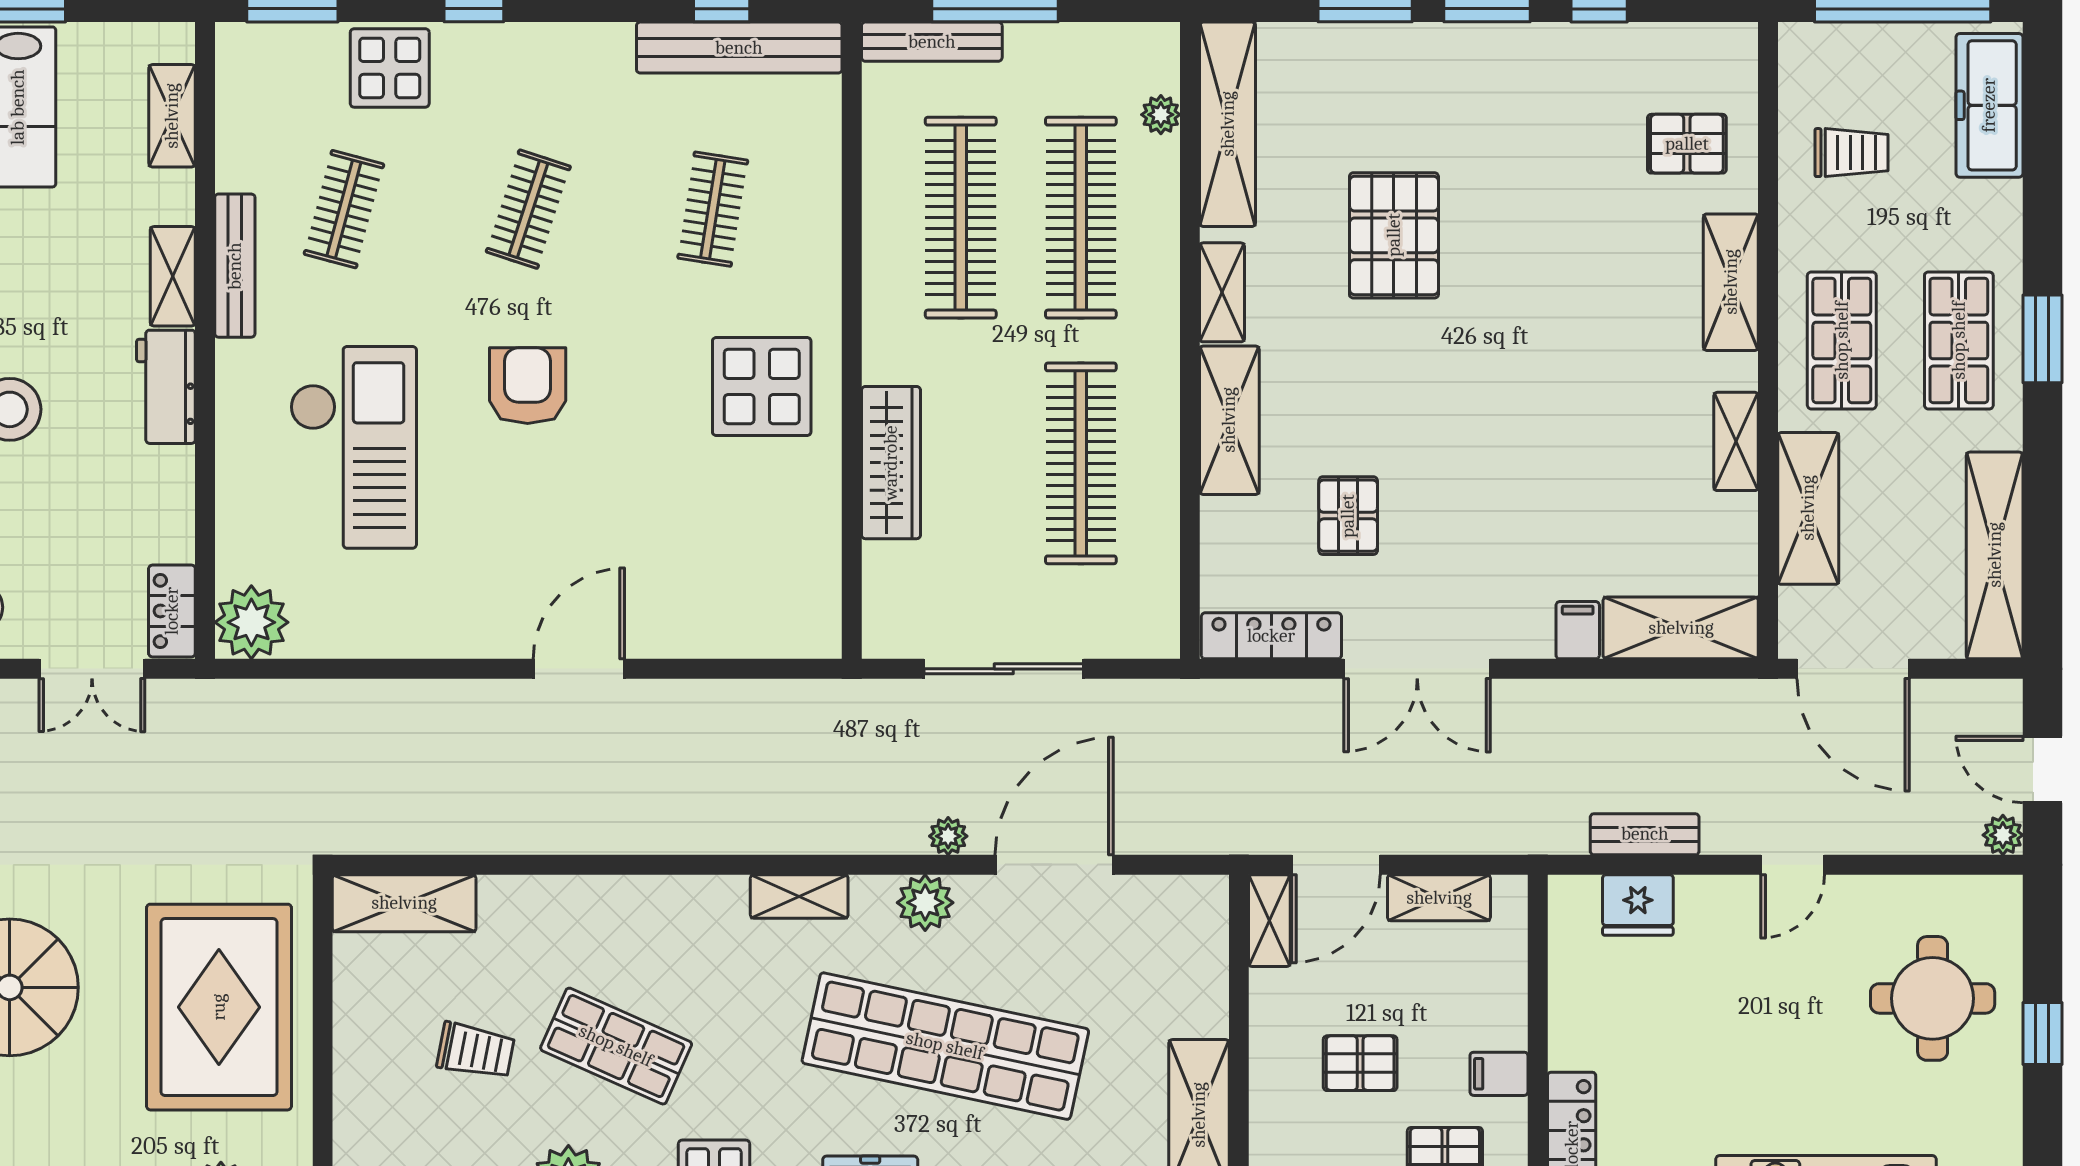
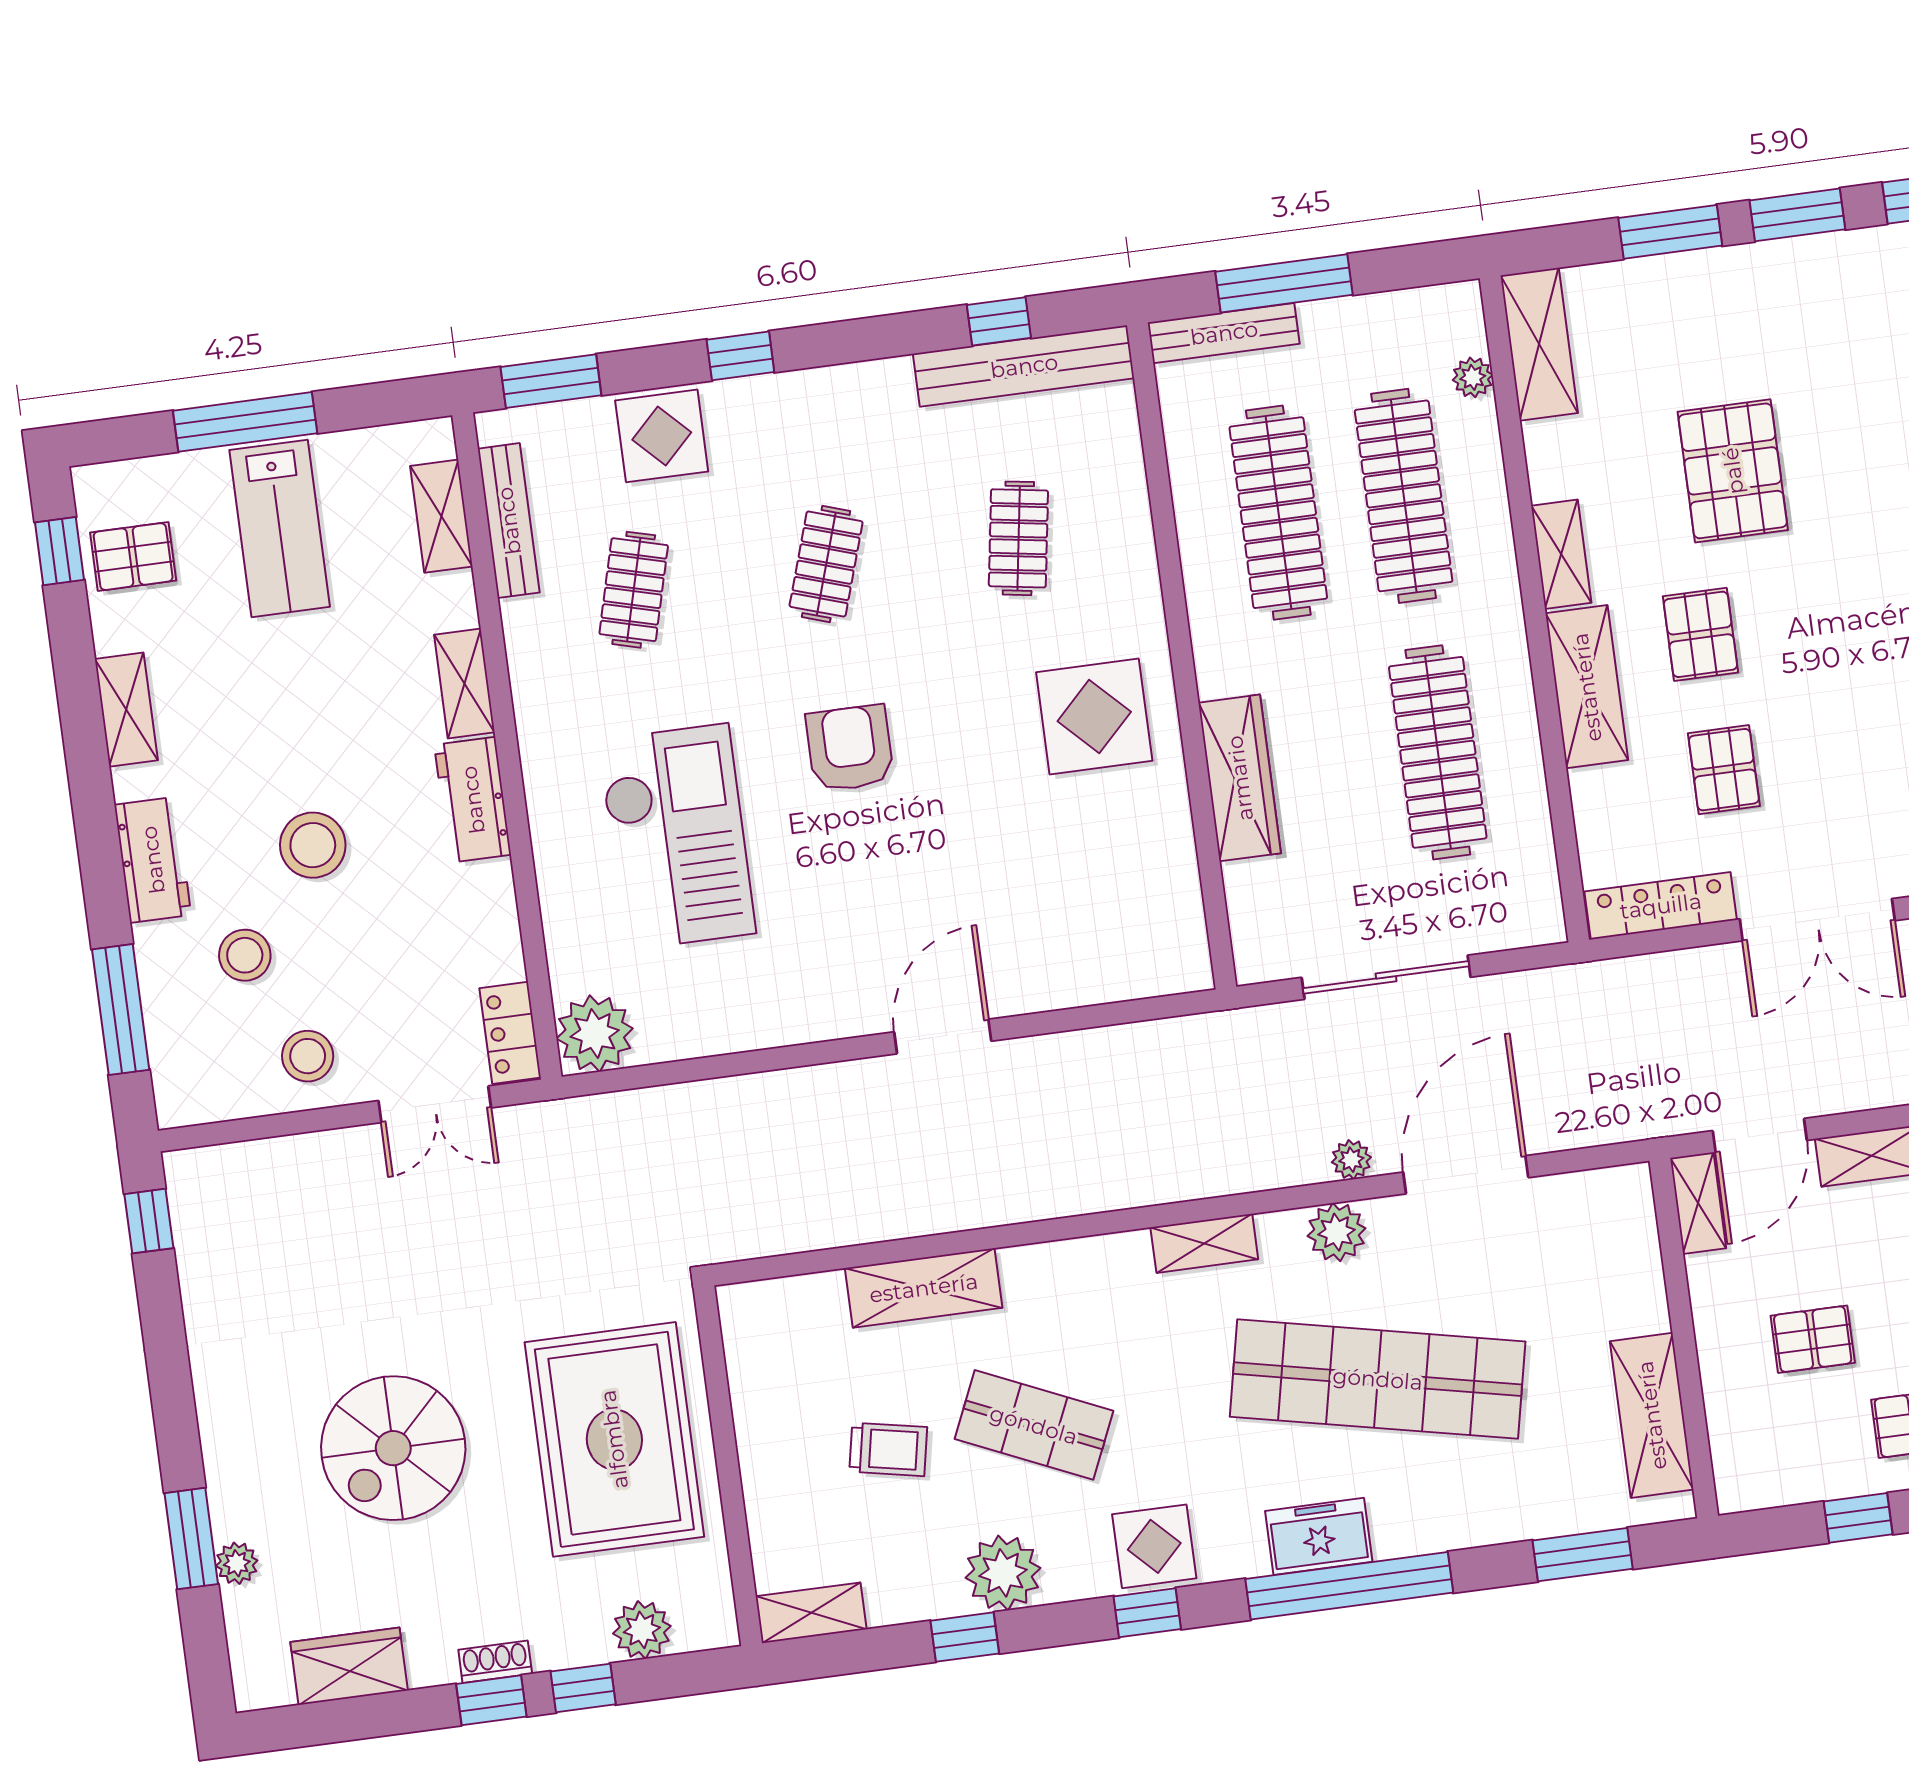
shelving: (1228, 124) -> (1539, 344), width x0.68
bench: (235, 266) -> (509, 521), moved
pallet: (1343, 385) -> (1700, 634), added
shelving: (404, 903) -> (924, 1288), moved

